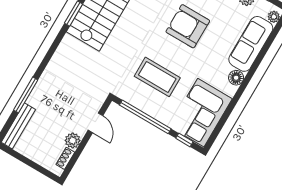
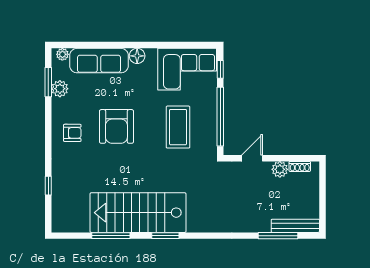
window: (26, 95) -> (278, 236), moved

